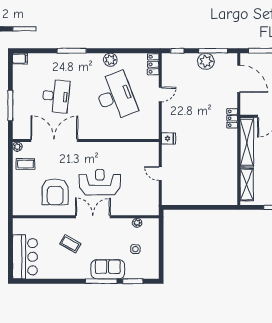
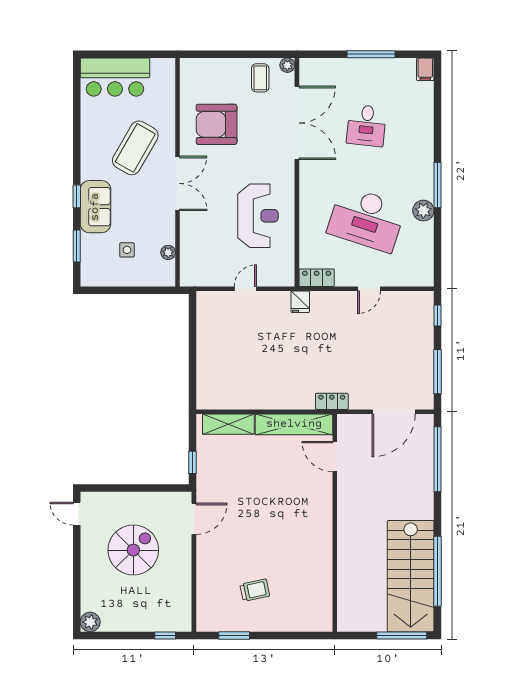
window: (72, 51) -> (437, 185), moved
plant: (206, 61) -> (421, 360), removed
locker: (153, 64) -> (317, 278), moved
door: (160, 94) -> (369, 289), hinge flipped
desk: (56, 96) -> (366, 125), width x0.73
desk: (116, 96) -> (366, 219), turned 39
window: (10, 105) -> (371, 54), moved
reception desk: (100, 182) -> (258, 216), moved
coffee table: (70, 244) -> (135, 148), width x1.86, depth x1.72
window: (101, 281) -> (77, 196), width x0.46

